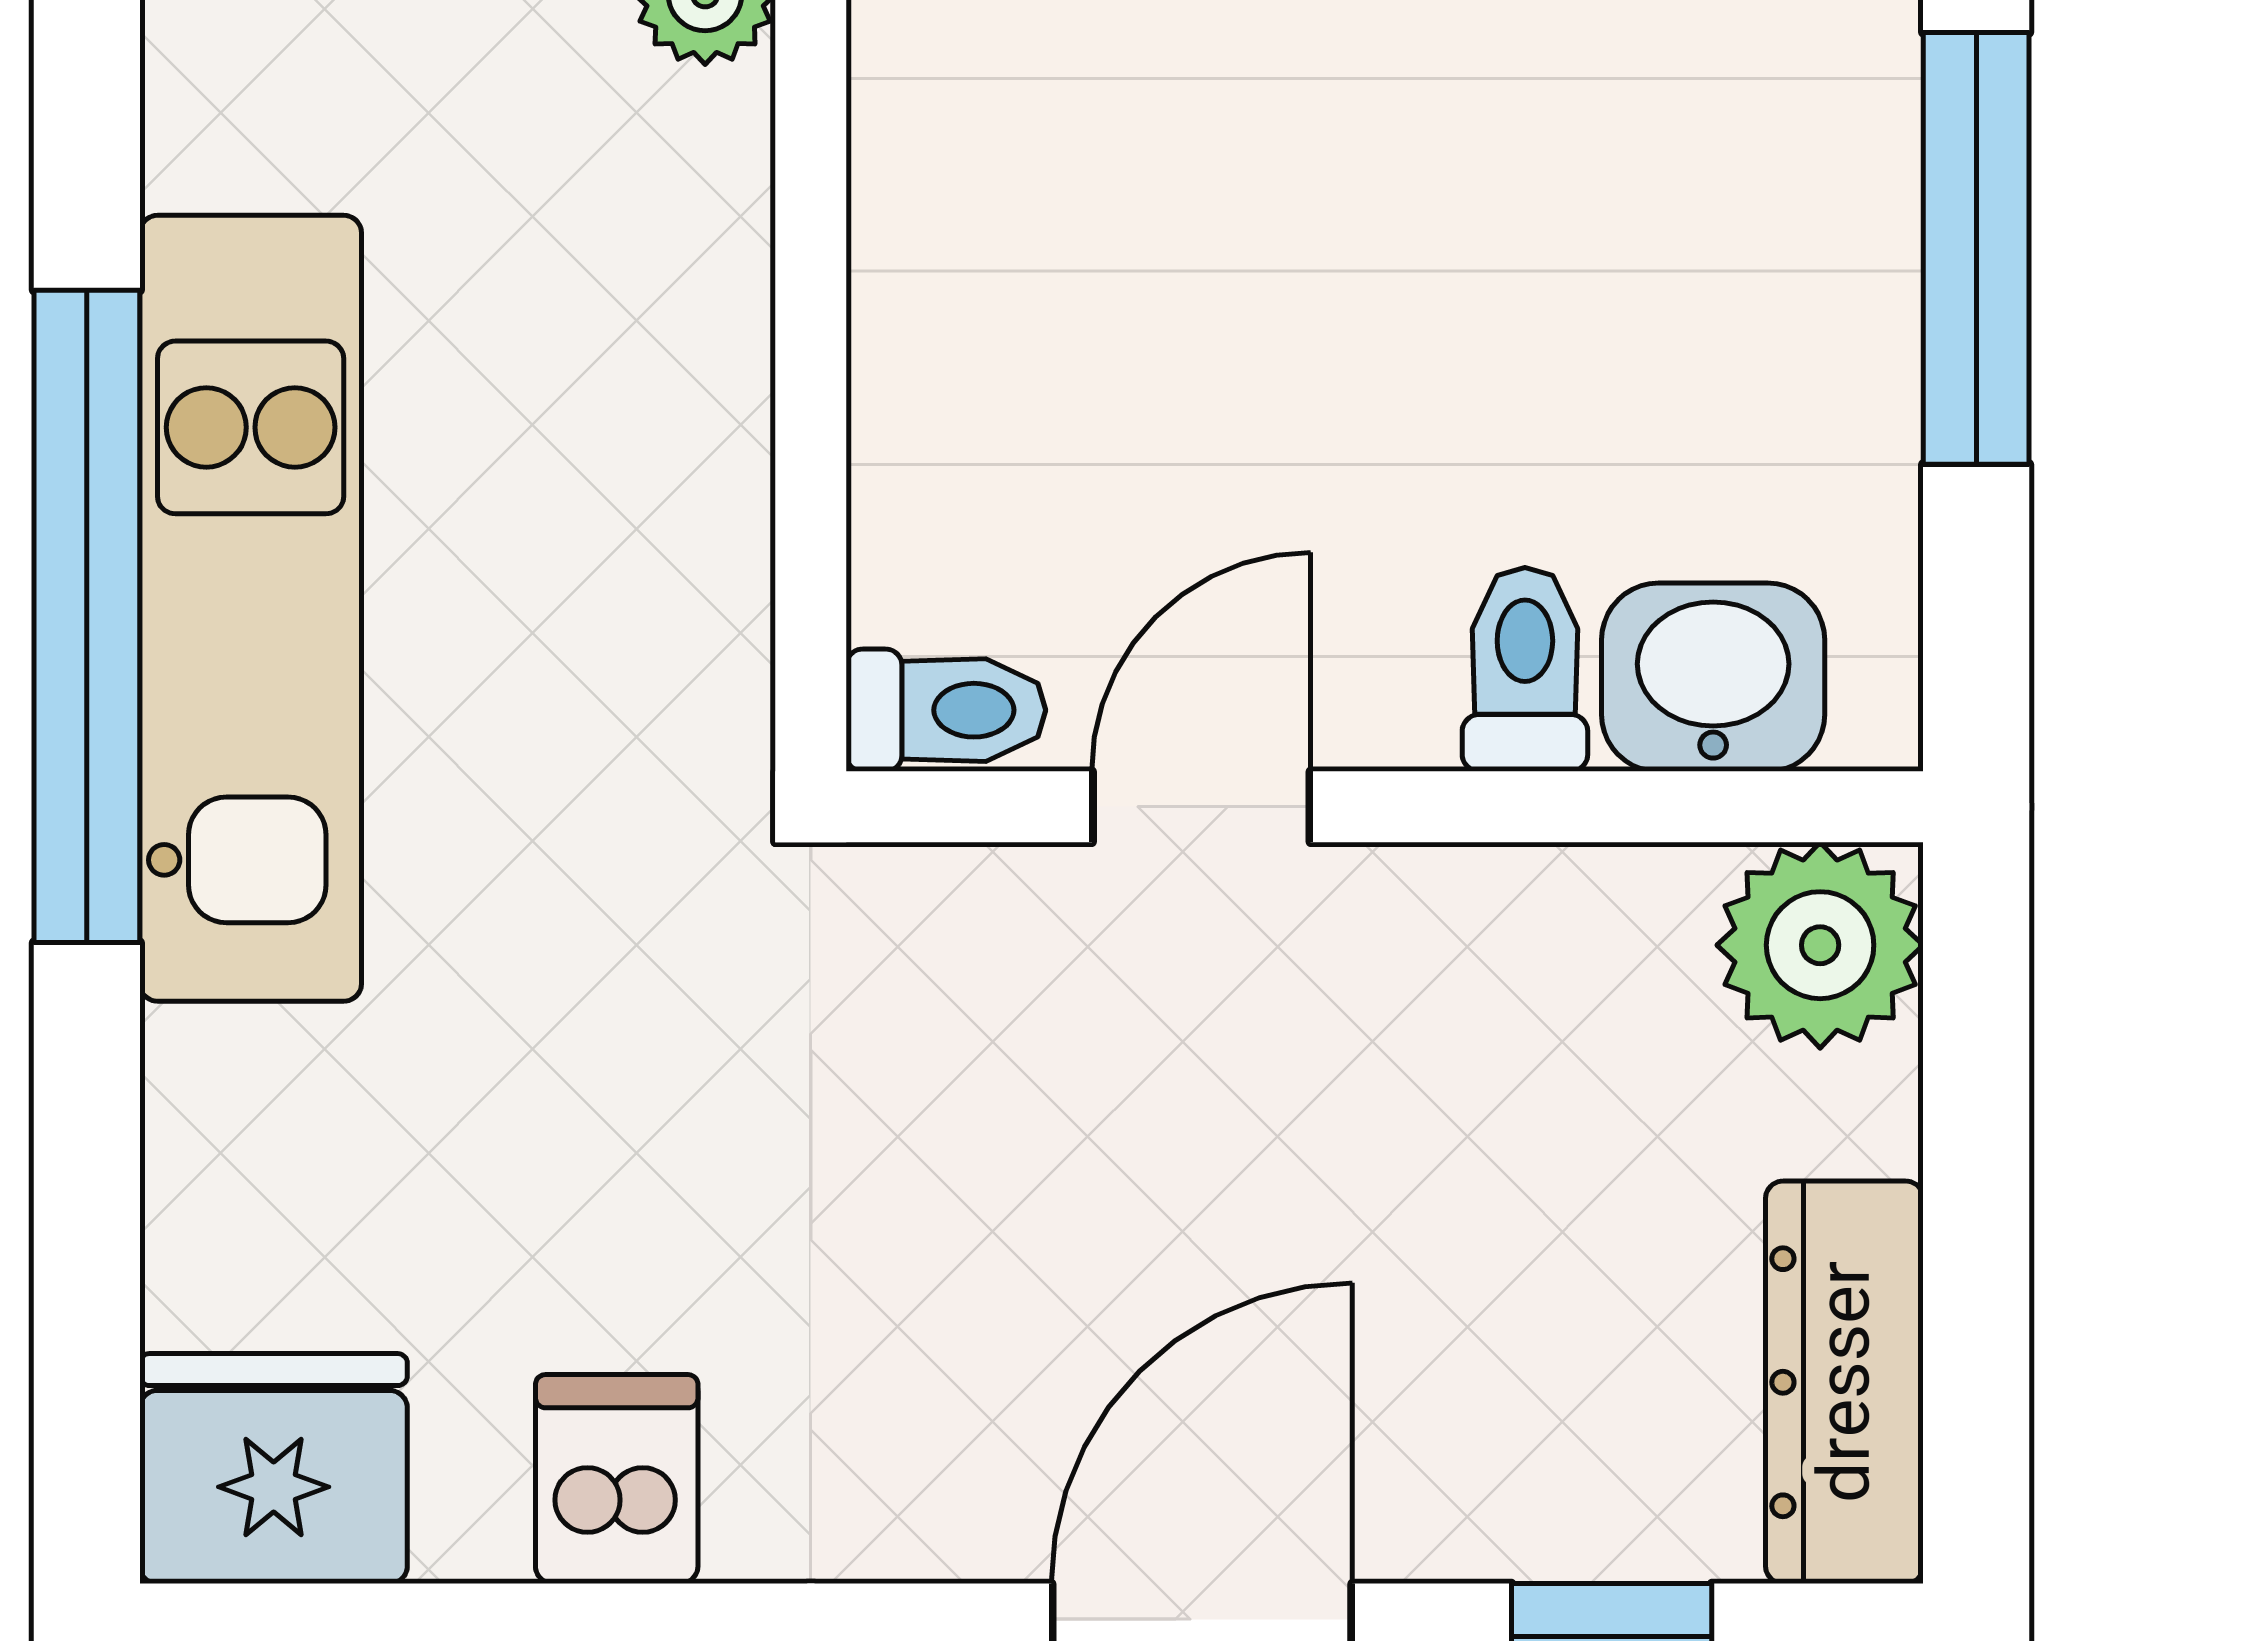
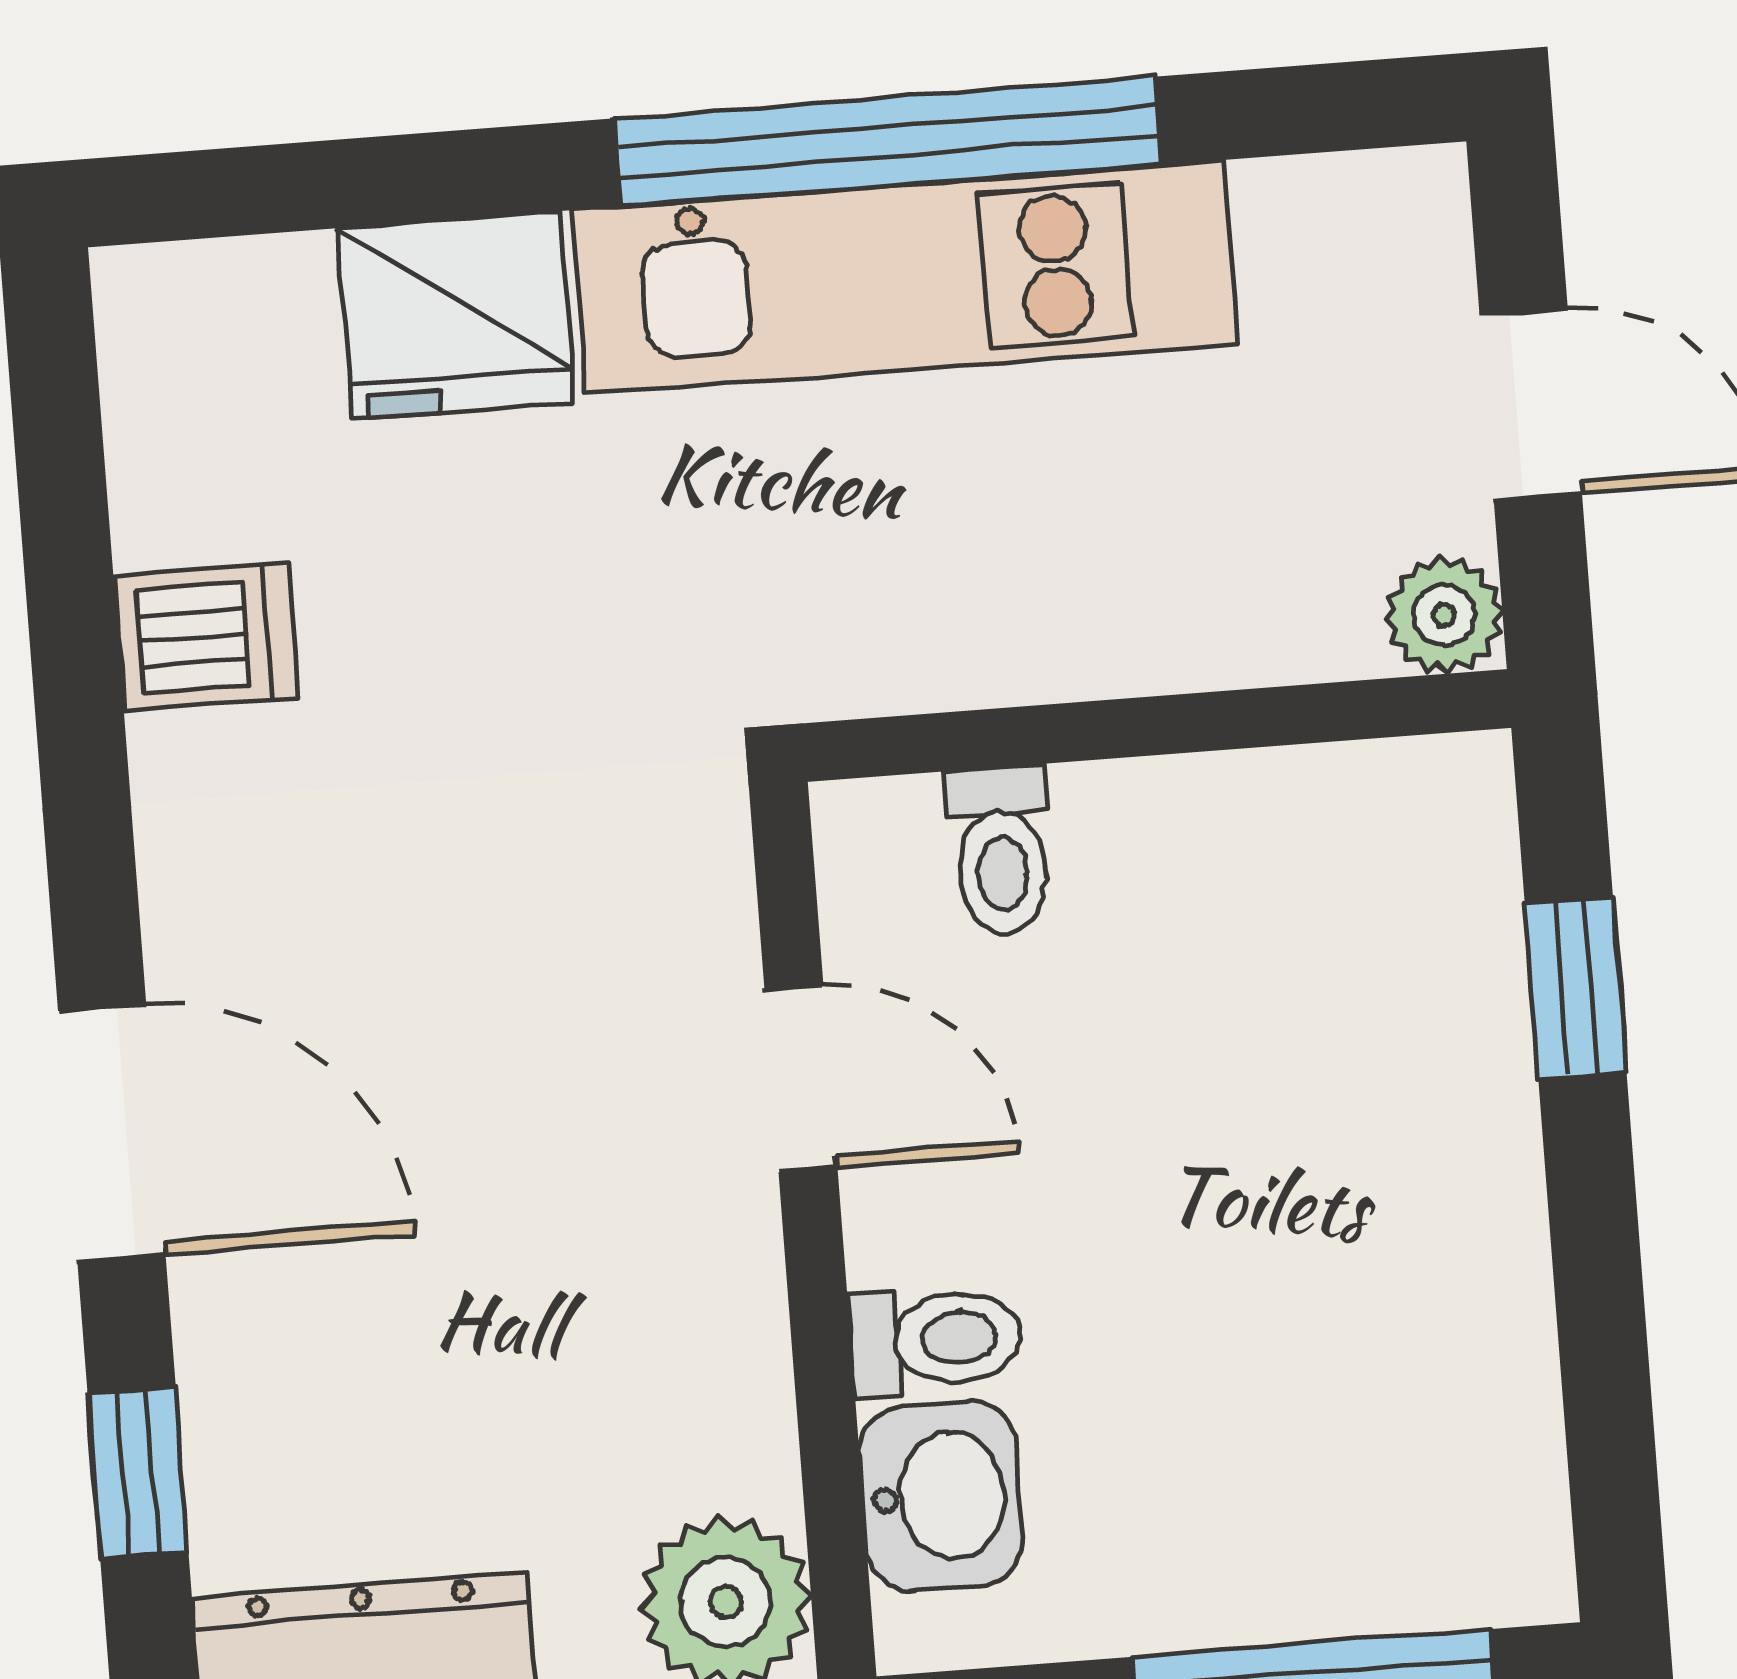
toilet: (946, 710) -> (1001, 850), moved
fridge: (274, 1469) -> (456, 315), moved, turned 90

